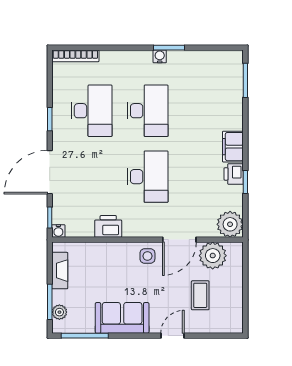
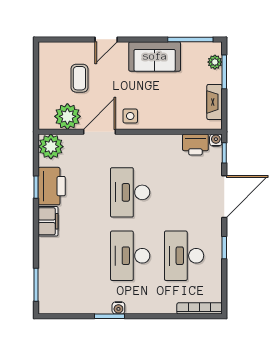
printer: (234, 174) -> (52, 186), width x1.87, depth x1.48
printer: (108, 226) -> (195, 144), moved

